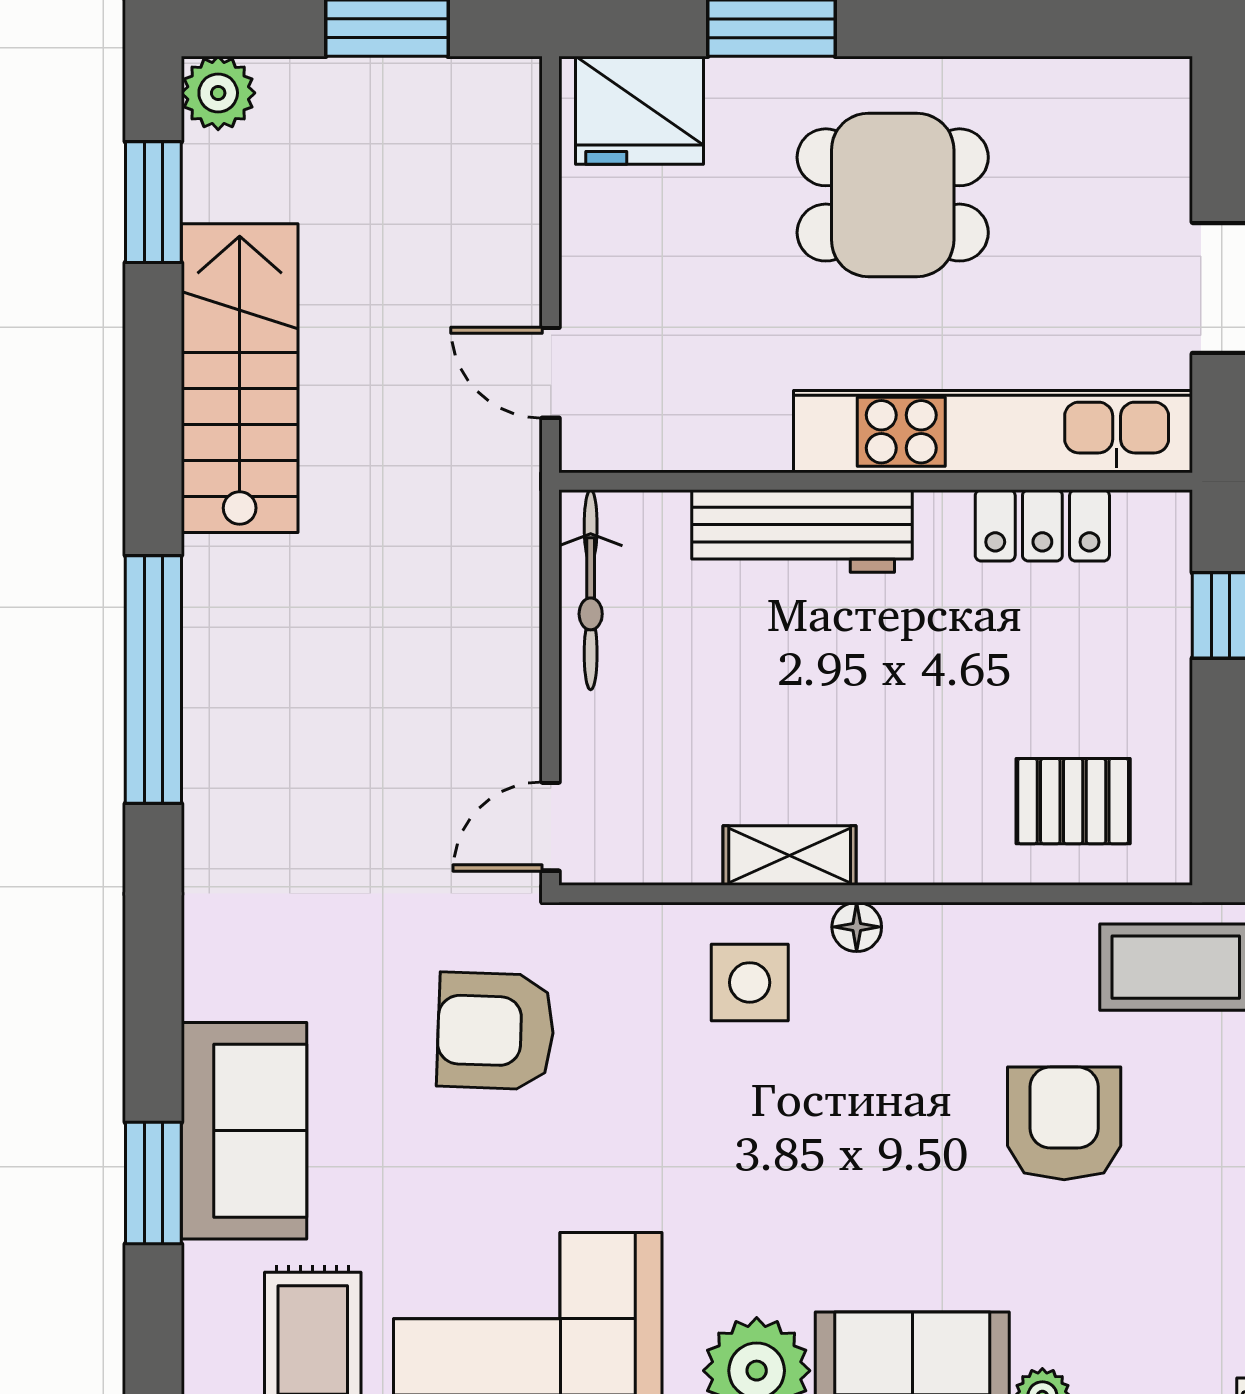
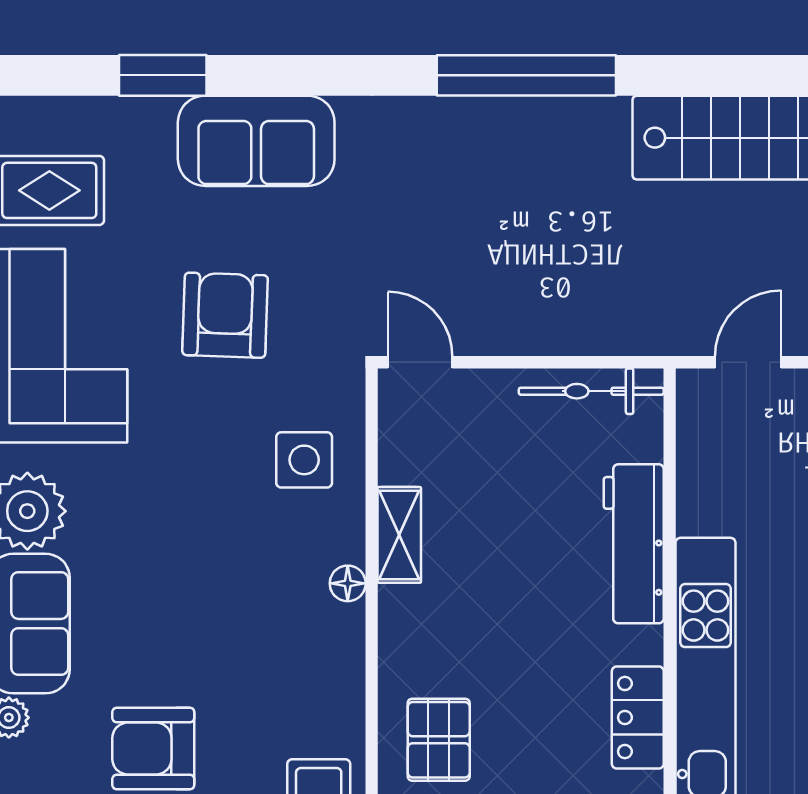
side table: (750, 982) -> (304, 460), moved
armchair: (496, 1031) -> (225, 315), moved
armchair: (1064, 1123) -> (153, 748), moved, turned 180
sofa: (244, 1131) -> (256, 141), moved

